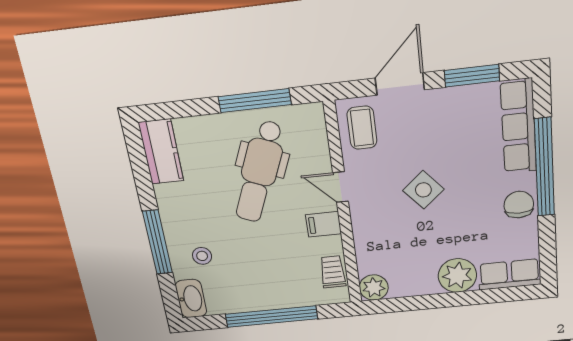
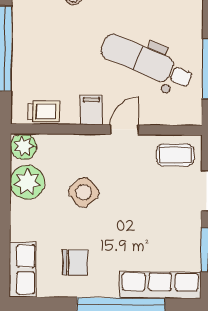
side table: (423, 190) -> (84, 192), moved
chair: (519, 205) -> (75, 262), moved
plant: (457, 276) -> (27, 182), moved

